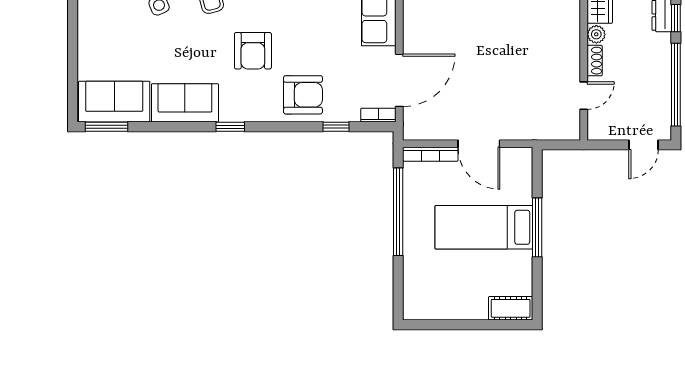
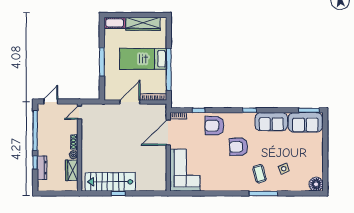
armchair: (253, 51) -> (239, 147), turned -92
door: (584, 96) -> (79, 113), moved
door: (479, 144) -> (130, 102), hinge flipped
bed: (484, 227) -> (143, 59), moved, turned 180
wardrobe: (451, 306) -> (143, 24), added

